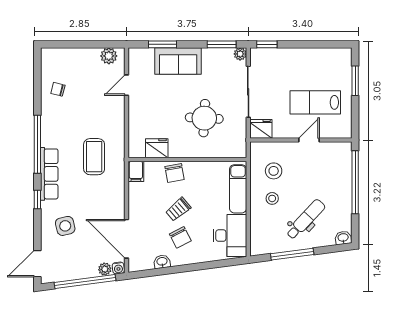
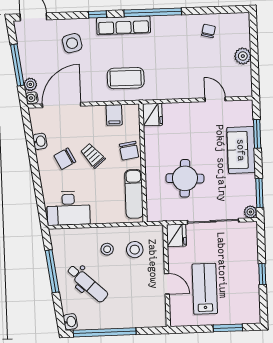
window: (267, 44) -> (262, 274), moved
plant: (109, 56) -> (243, 56), moved
fridge: (157, 148) -> (152, 114), moved
coffee table: (94, 157) -> (126, 78), moved
filing cabinet: (136, 171) -> (114, 115), moved, turned -90
chair: (175, 173) -> (129, 151), turned -89
window: (355, 182) -> (105, 332), moved
exam couch: (238, 189) -> (134, 194), moved, turned -90
window: (85, 281) -> (17, 65), width x0.68

